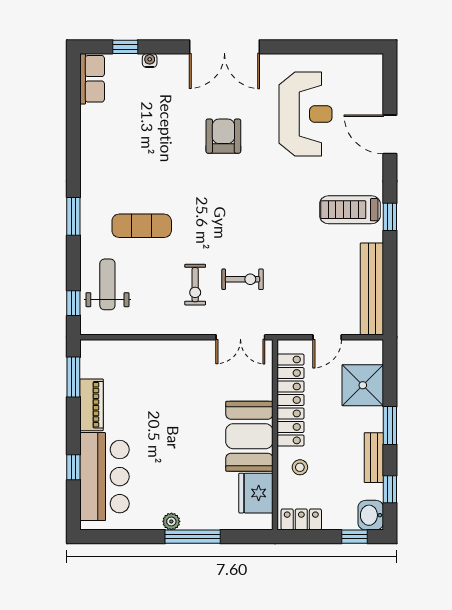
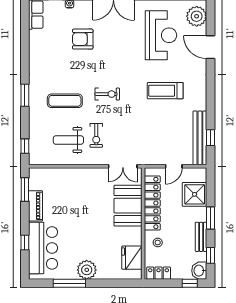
plant: (366, 82) -> (197, 16), added
armchair: (223, 136) -> (83, 39), moved, turned -90
treadmill: (350, 210) -> (165, 91), moved
window: (390, 217) -> (211, 138), moved
exercise bike: (243, 279) -> (107, 94), moved
weight bench: (107, 284) -> (68, 140), moved, turned -90
booth: (249, 436) -> (128, 206), moved
plant: (171, 521) -> (87, 270), width x1.88, depth x1.88
window: (193, 537) -> (69, 283), moved

